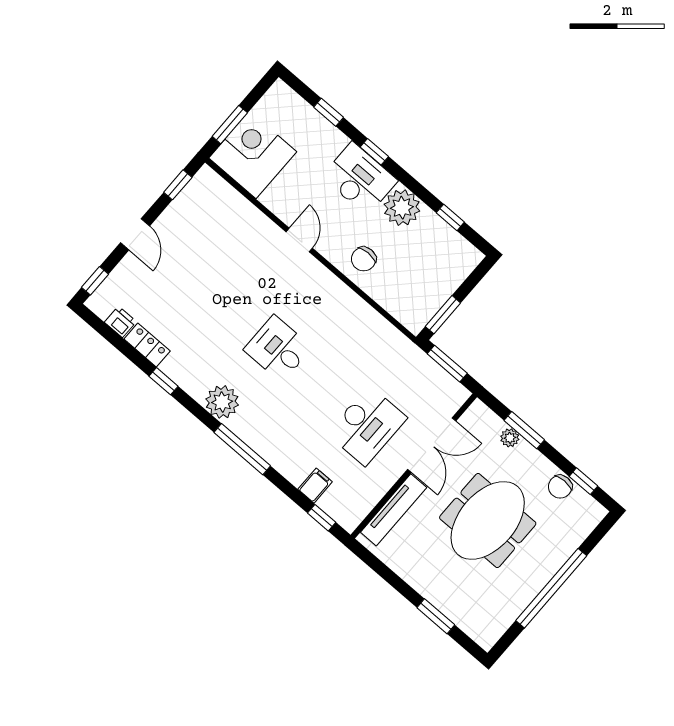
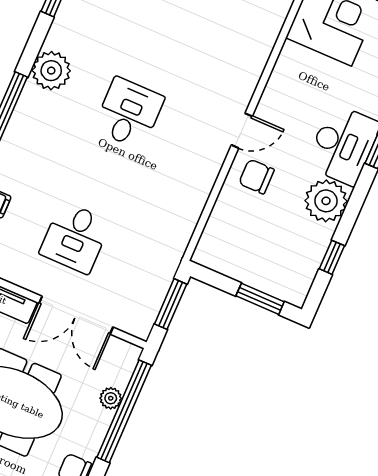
door: (299, 240) -> (242, 131), moved
window: (443, 315) -> (260, 299), moved
desk: (367, 426) -> (75, 237), width x0.73
window: (524, 430) -> (124, 411), width x2.11

